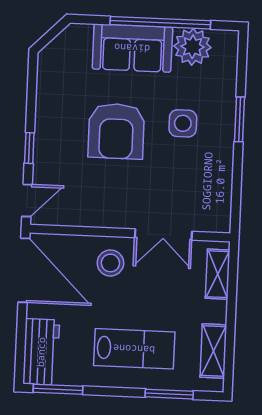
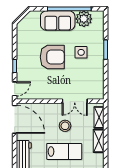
armchair: (116, 131) -> (52, 57), turned -90
stool: (110, 263) -> (65, 126), moved
shelving: (213, 351) -> (99, 141), moved

